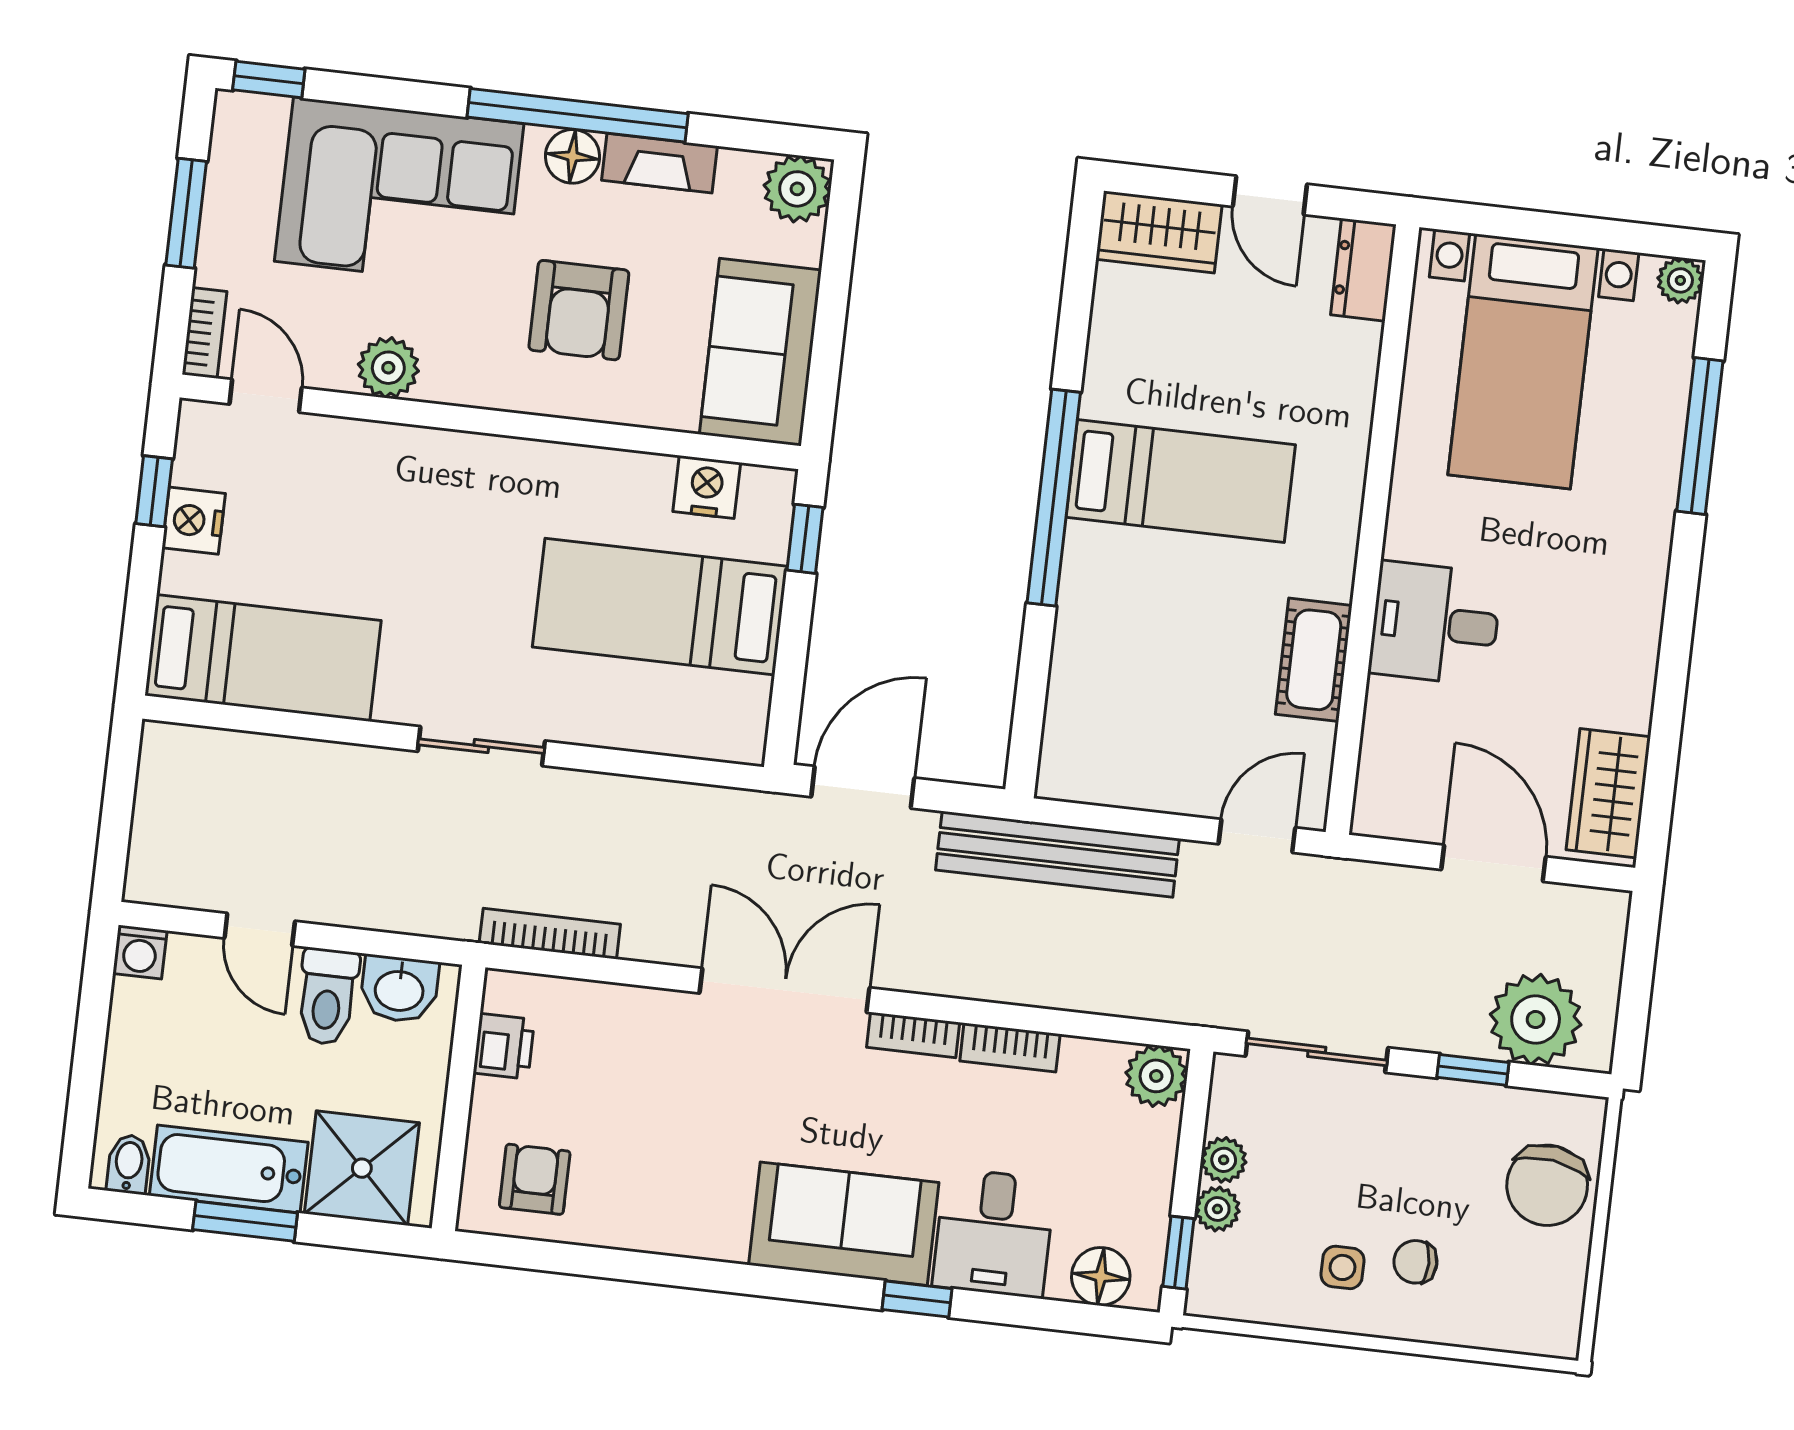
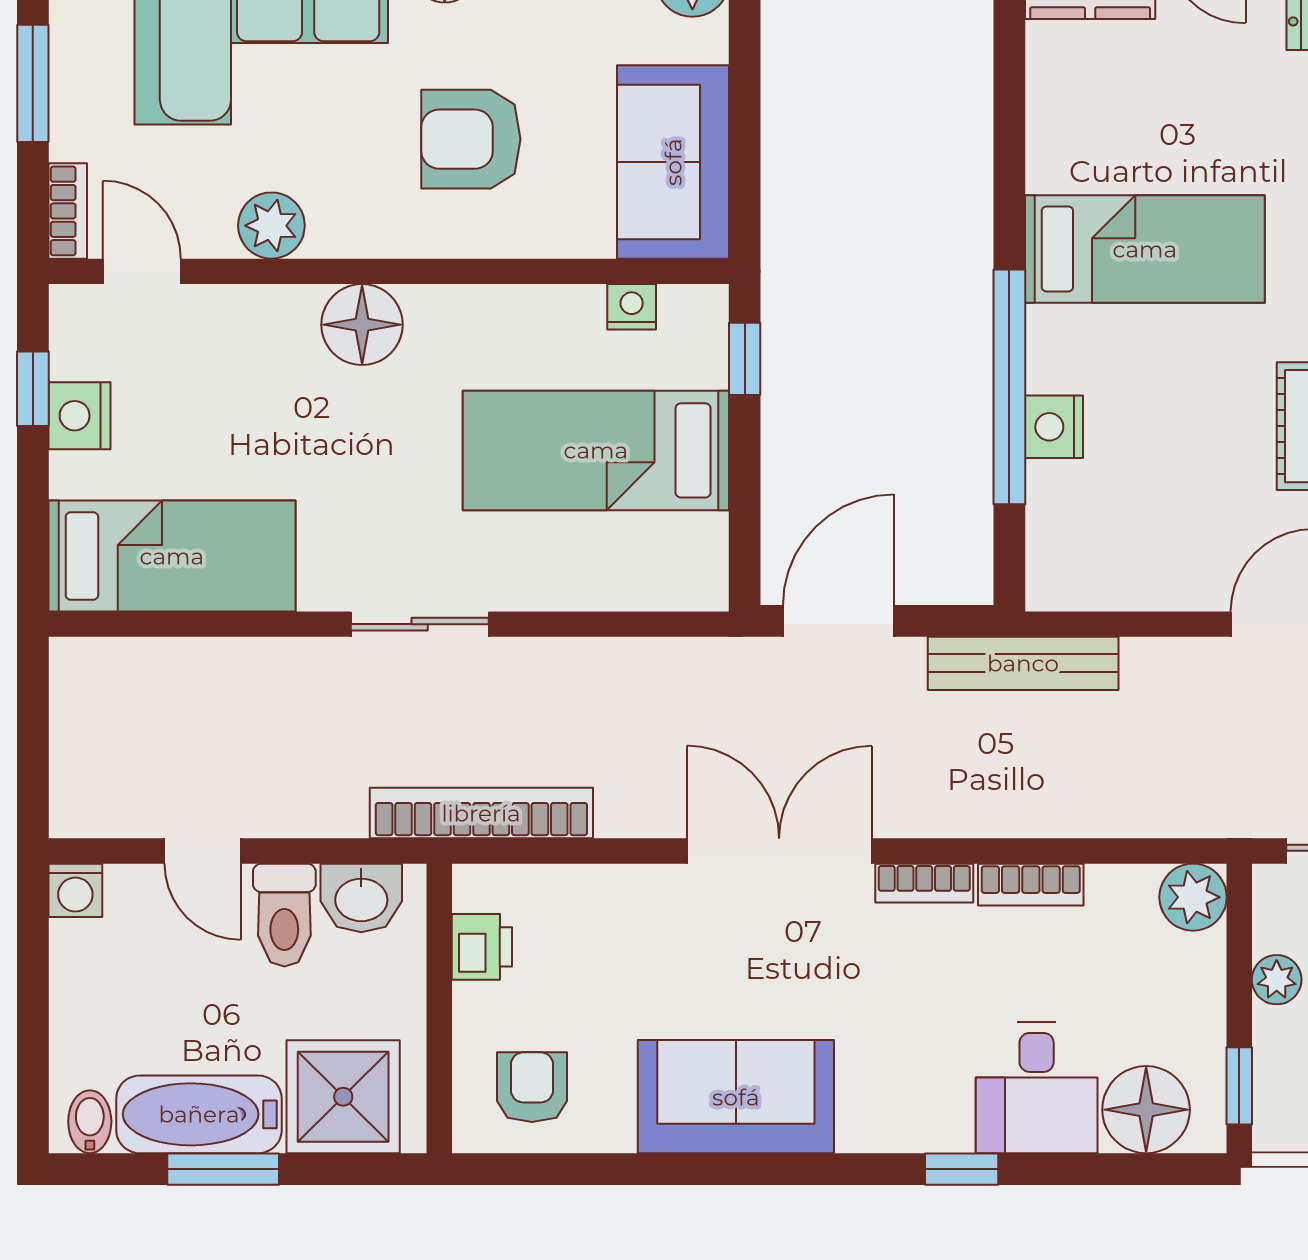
armchair: (579, 310) -> (471, 139), turned 90
floor lamp: (460, 467) -> (362, 325), added
nightstand: (707, 487) -> (632, 307), width x0.72, depth x0.74
window: (1054, 498) -> (1009, 387), moved
nightstand: (1079, 633) -> (1054, 427), added
bench: (1057, 854) -> (1023, 663), width x0.73, depth x0.82
bookcase: (550, 934) -> (481, 813), width x1.48, depth x1.31
plant: (1217, 1209) -> (1276, 1034), removed
sofa: (844, 1224) -> (736, 1097), moved
floor lamp: (1101, 1276) -> (1146, 1110), width x1.38, depth x1.38

